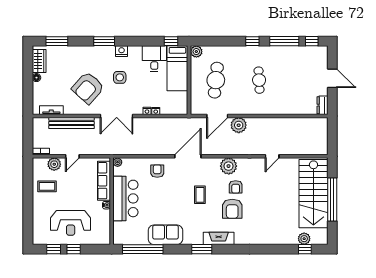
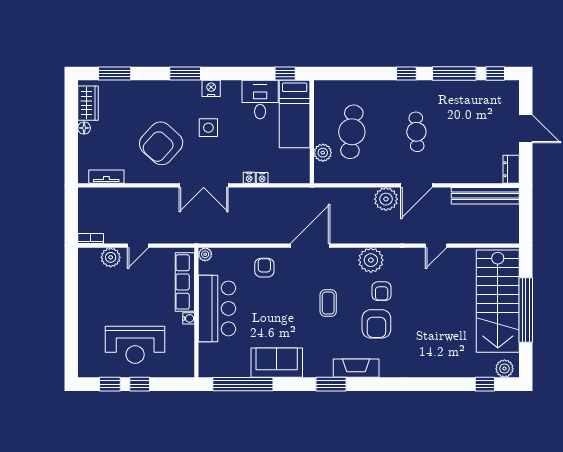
plant: (196, 52) -> (323, 153), moved
door: (217, 116) -> (416, 185), moved
bench: (72, 123) -> (485, 196), moved
coffee table: (47, 186) -> (100, 290), removed
plant: (304, 239) -> (504, 369), moved

